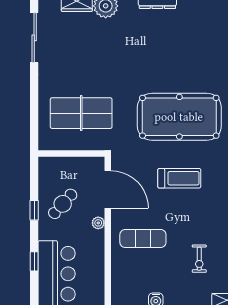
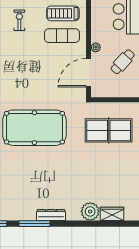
treadmill: (179, 178) -> (63, 13), moved
door: (108, 189) -> (89, 73), hinge flipped

